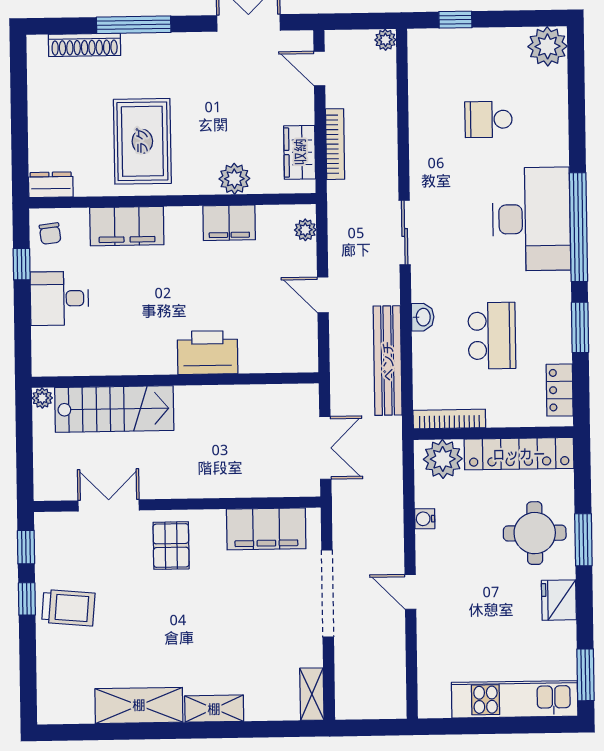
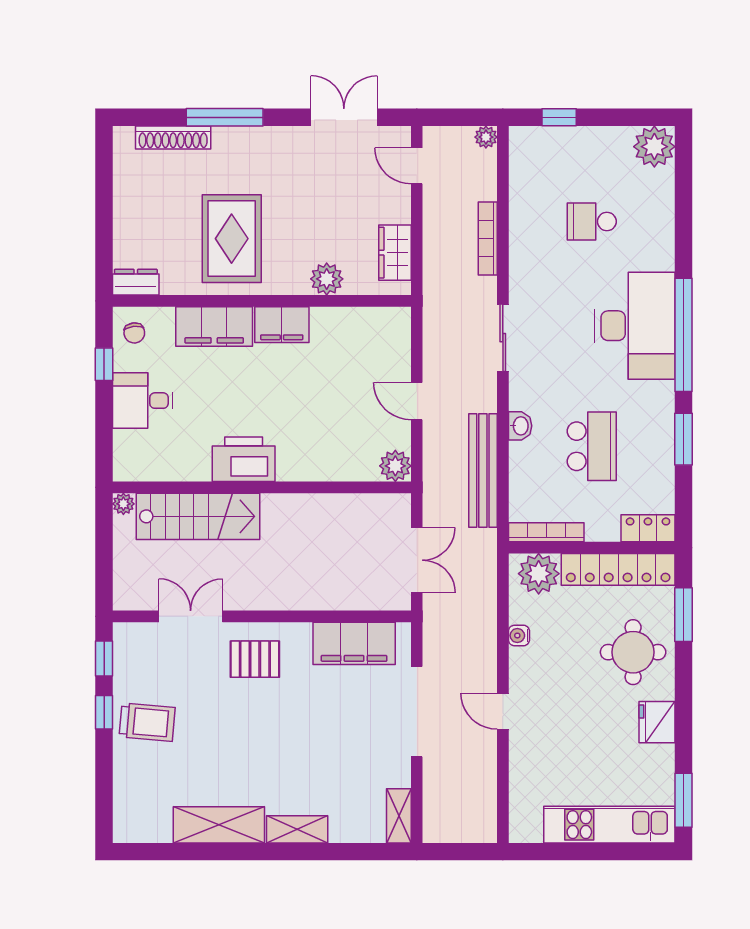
bookcase: (335, 144) -> (488, 238), moved, turned 180
filing cabinet: (229, 223) -> (282, 325), moved
plant: (305, 230) -> (395, 466), moved, width x1.38, depth x1.38
printer: (207, 353) -> (244, 459), moved
locker: (560, 390) -> (648, 528), moved, turned 90
window: (583, 540) -> (684, 615), moved
pallet: (171, 546) -> (255, 659), turned 90

